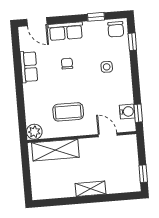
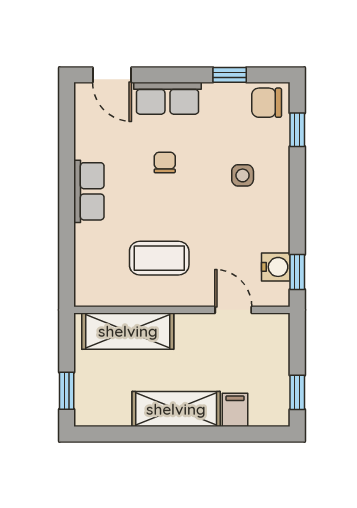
chair: (116, 29) -> (267, 103), turned 90
row of seats: (29, 67) -> (89, 191), moved
plant: (34, 132) -> (89, 292), removed
window: (27, 182) -> (67, 391), added
filing cabinet: (113, 185) -> (235, 410), added
shelving: (90, 189) -> (176, 409), width x1.50, depth x1.33

